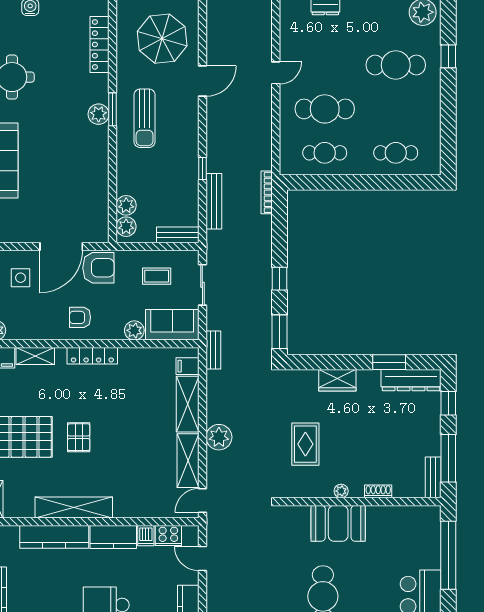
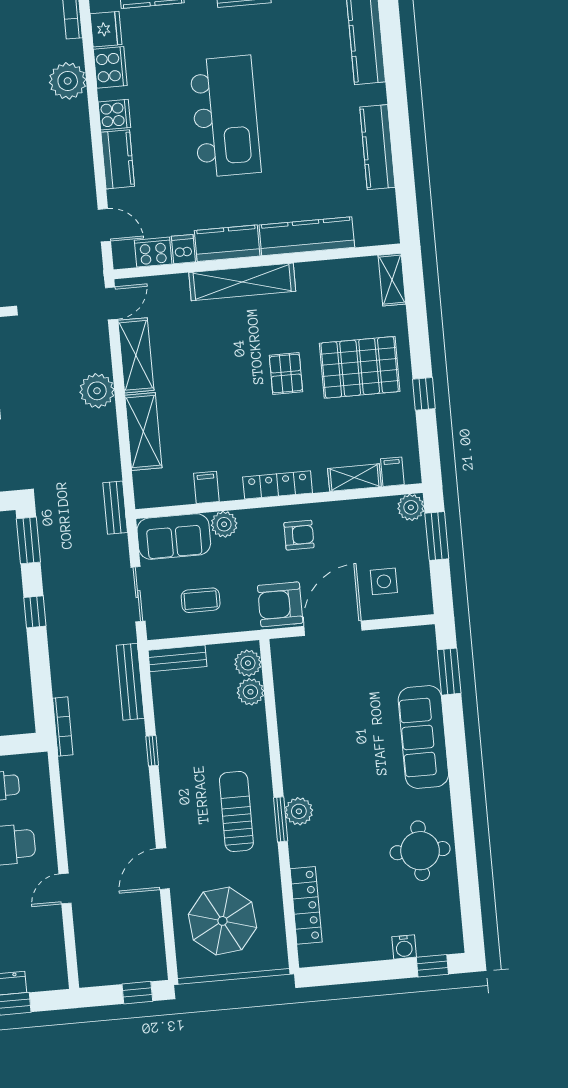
bench: (214, 201) -> (130, 682), moved
filing cabinet: (187, 366) -> (206, 487), moved, turned -90
shelving: (74, 508) -> (242, 282), moved

